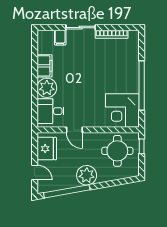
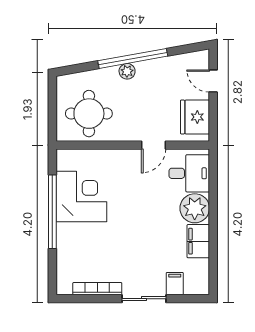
corner desk: (122, 111) -> (81, 197), moved
door: (74, 130) -> (153, 145), swing flipped
window: (142, 146) -> (52, 120), removed
plant: (87, 175) -> (127, 71), width x0.53, depth x0.53
window: (67, 191) -> (133, 58), moved

